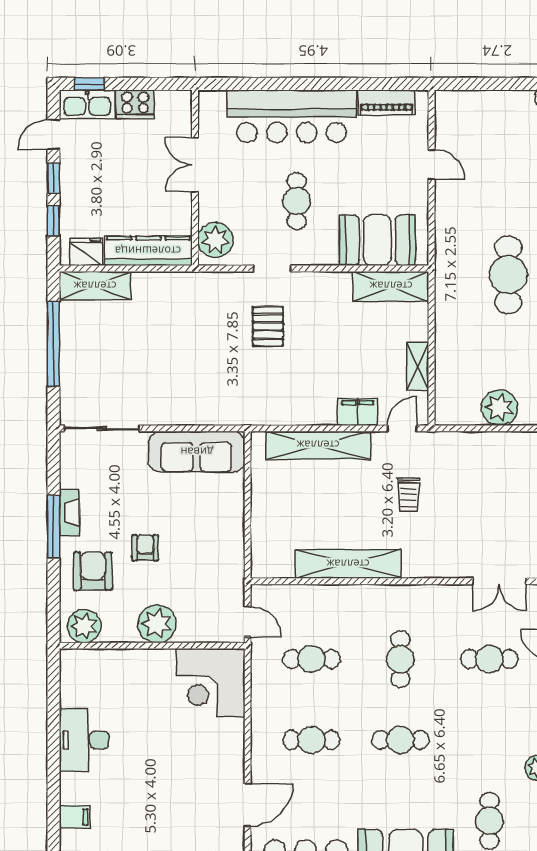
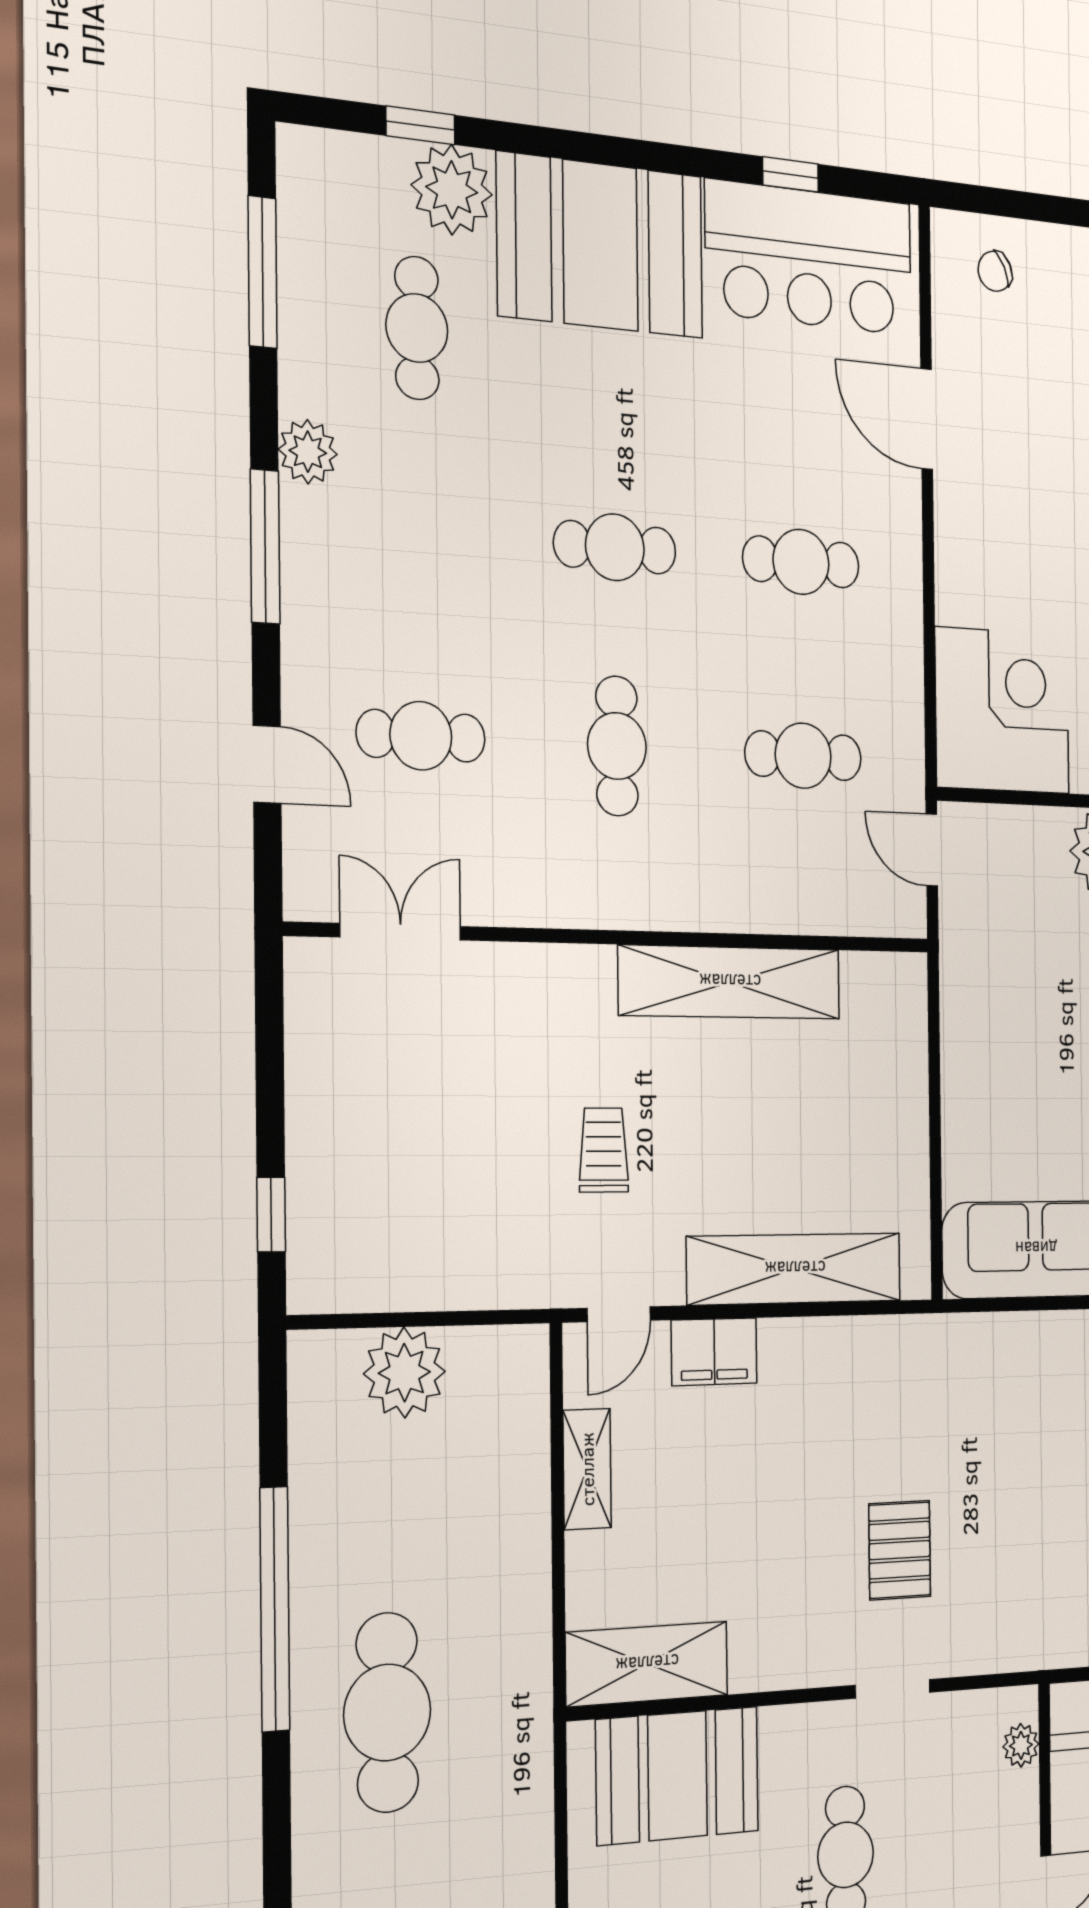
plant: (215, 240) -> (1021, 1745), width x0.53, depth x0.53
door: (248, 805) -> (927, 419), hinge flipped

